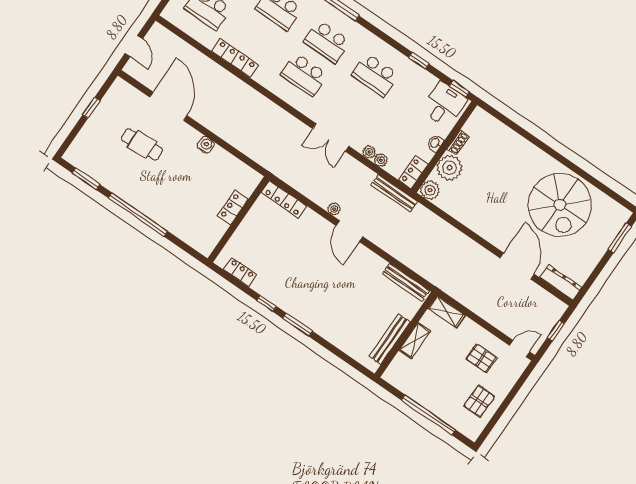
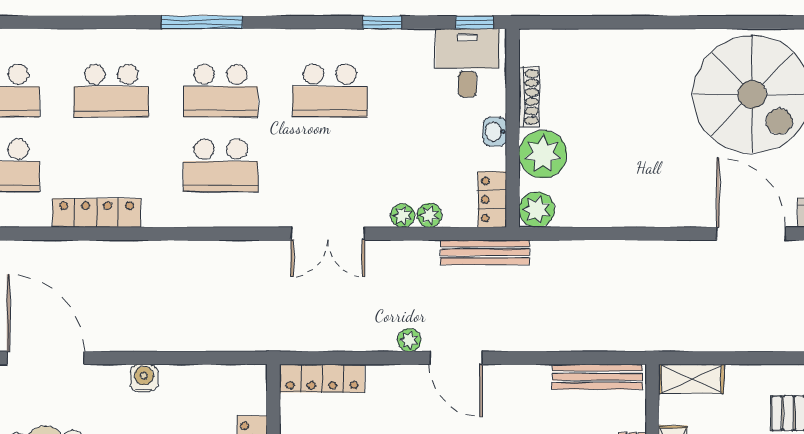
shoe rack: (458, 142) -> (529, 97), width x1.43

